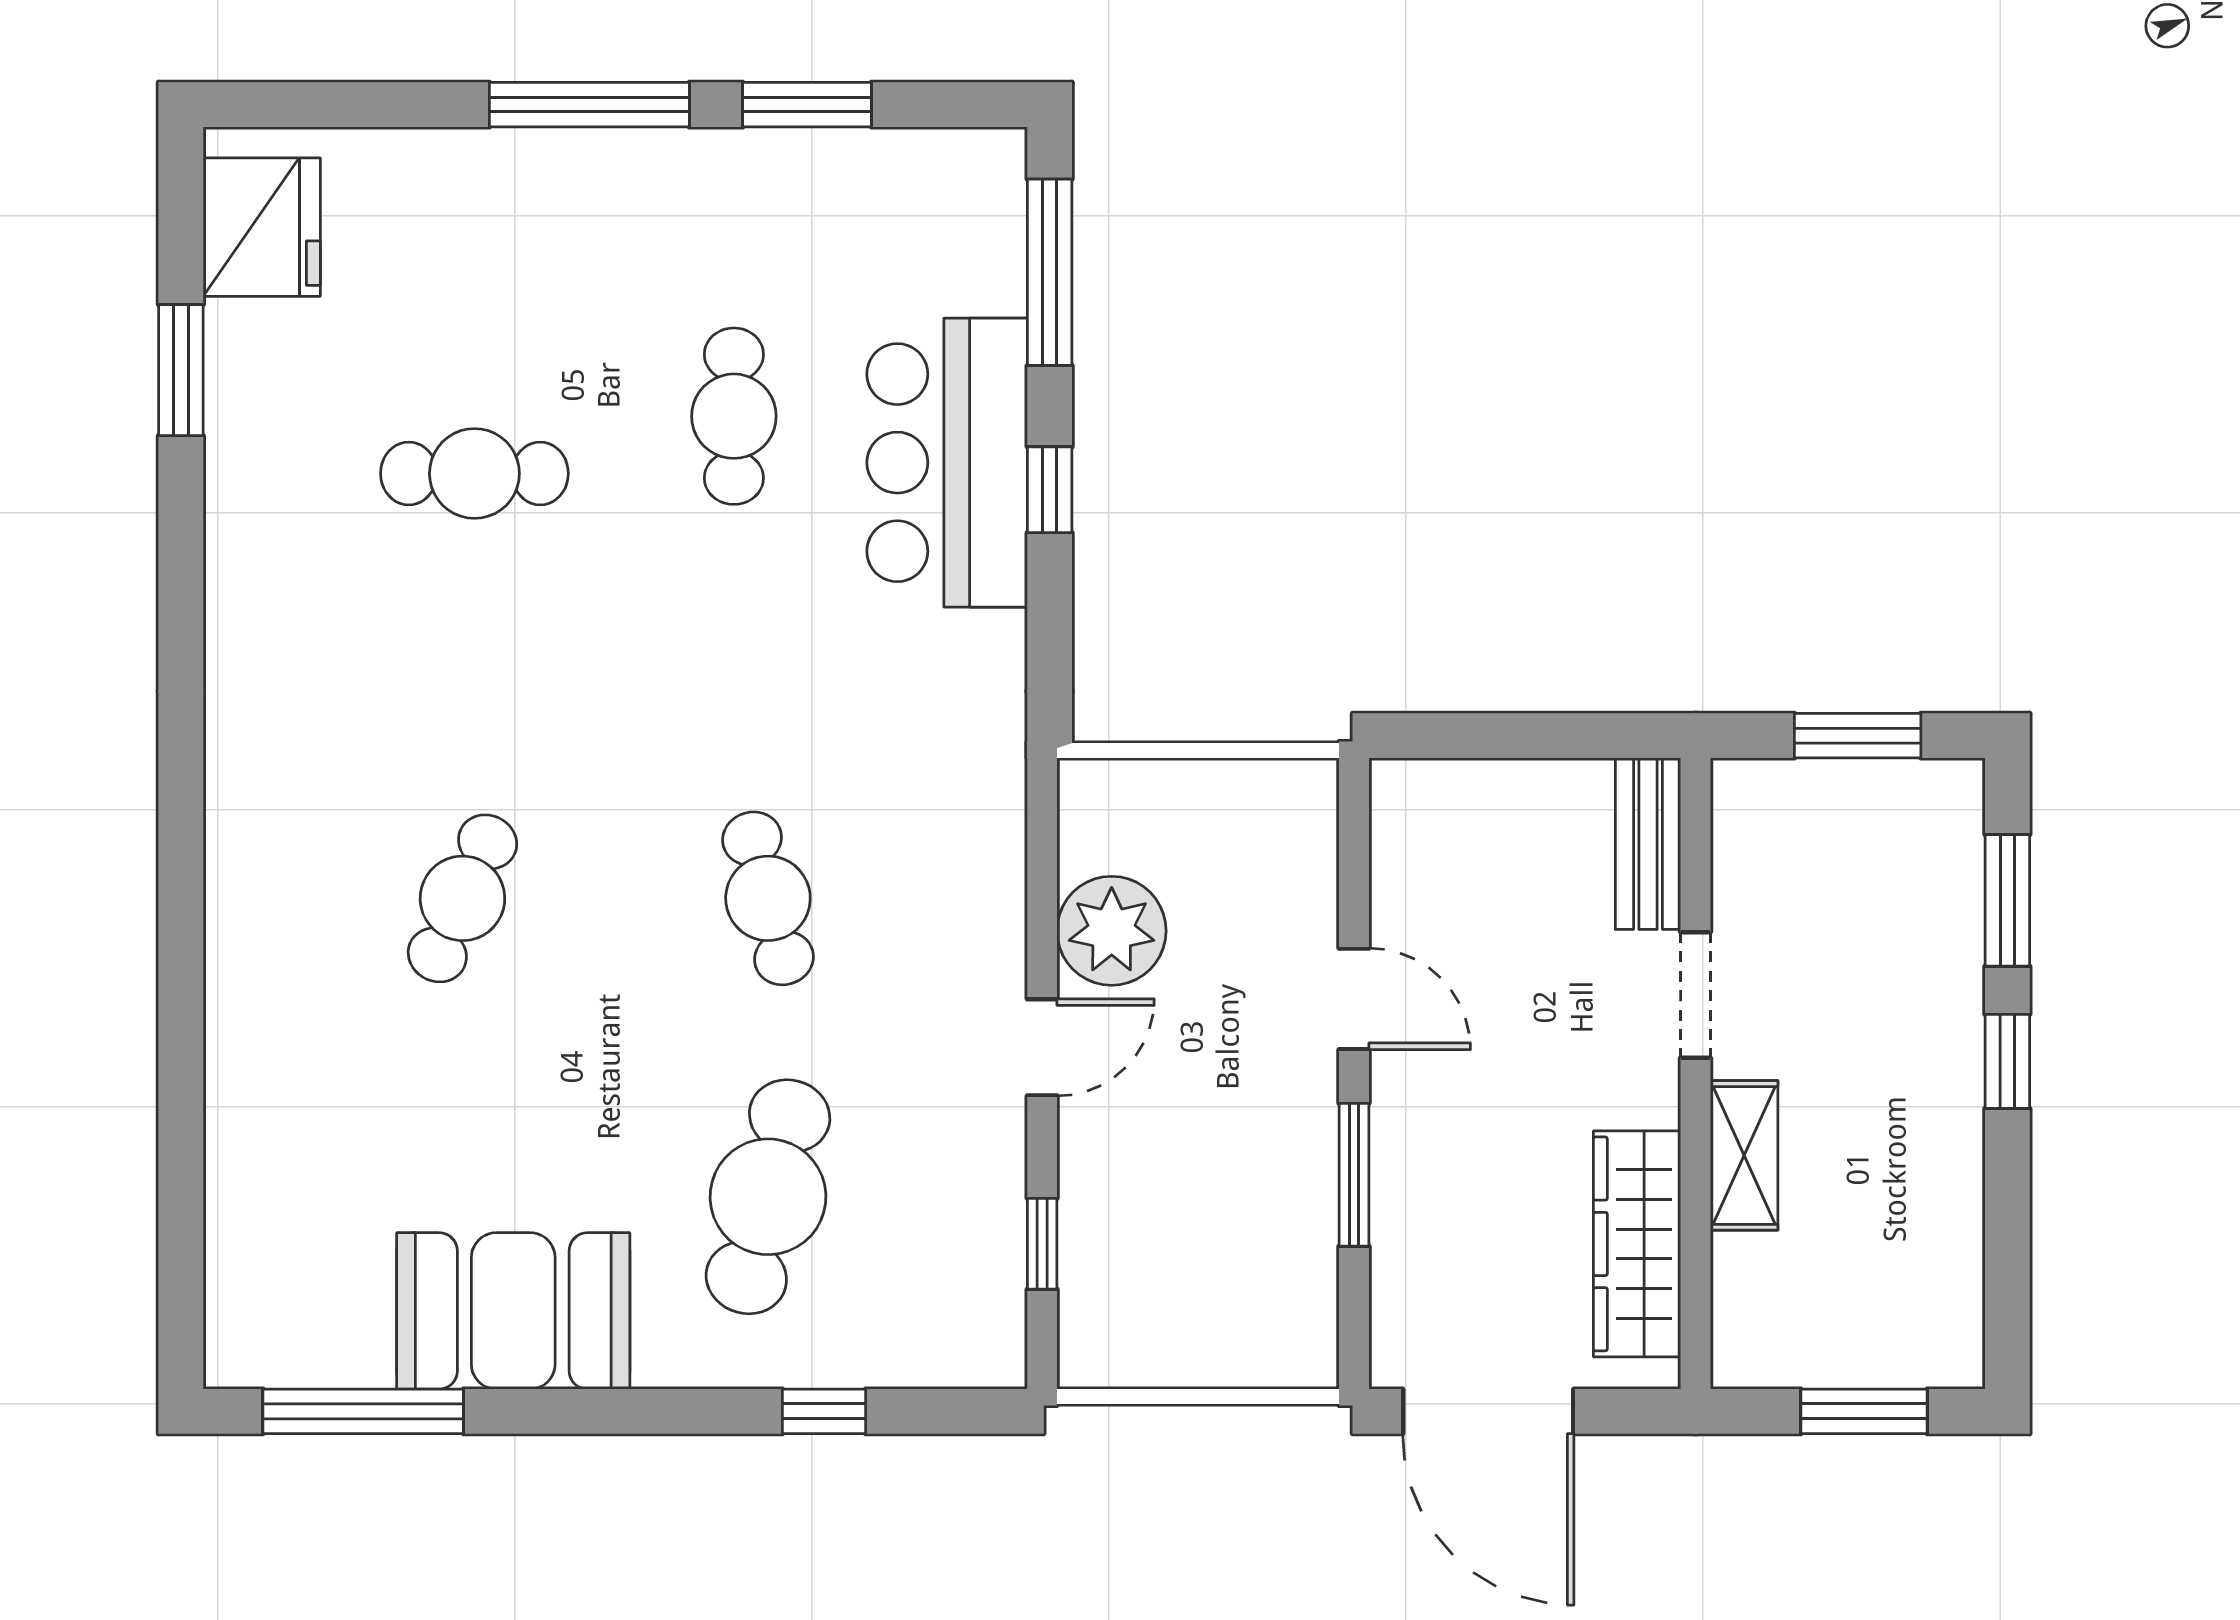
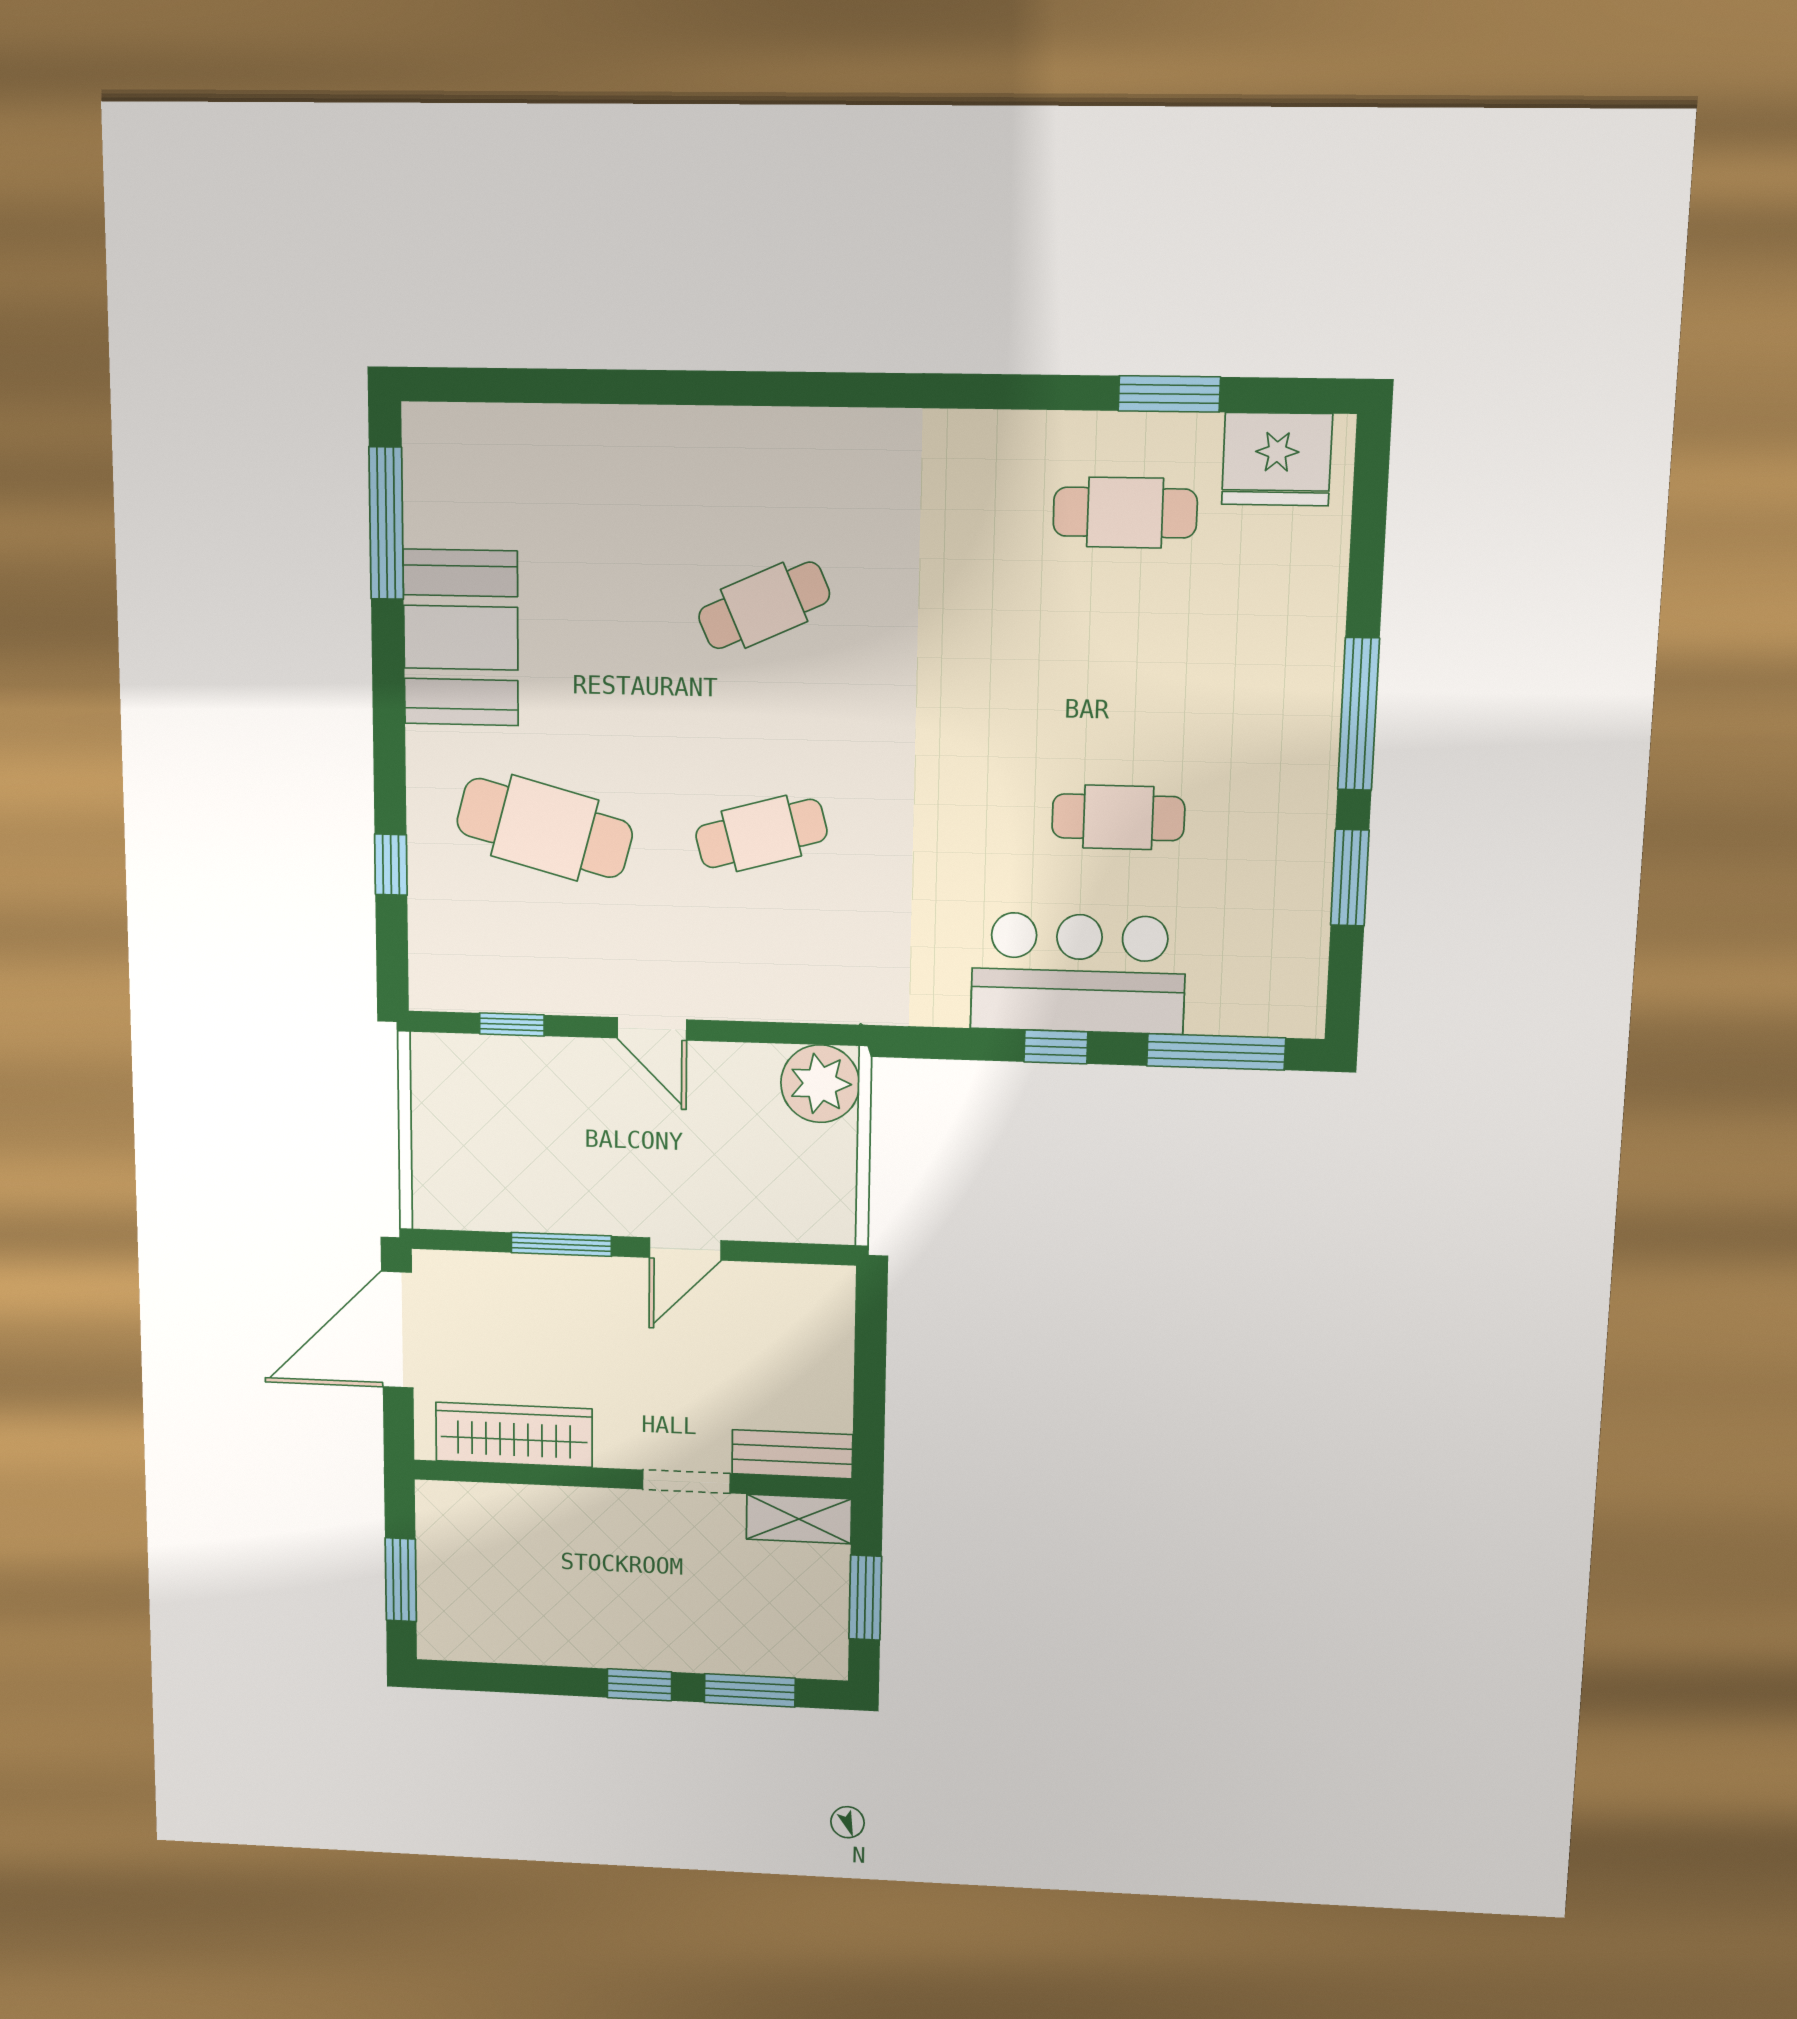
cafe table: (474, 473) -> (1125, 513), moved, turned 90
cafe table: (462, 898) -> (764, 605), turned -48
plant: (1112, 931) -> (820, 1084), moved
shelving: (1744, 1155) -> (799, 1519), moved

